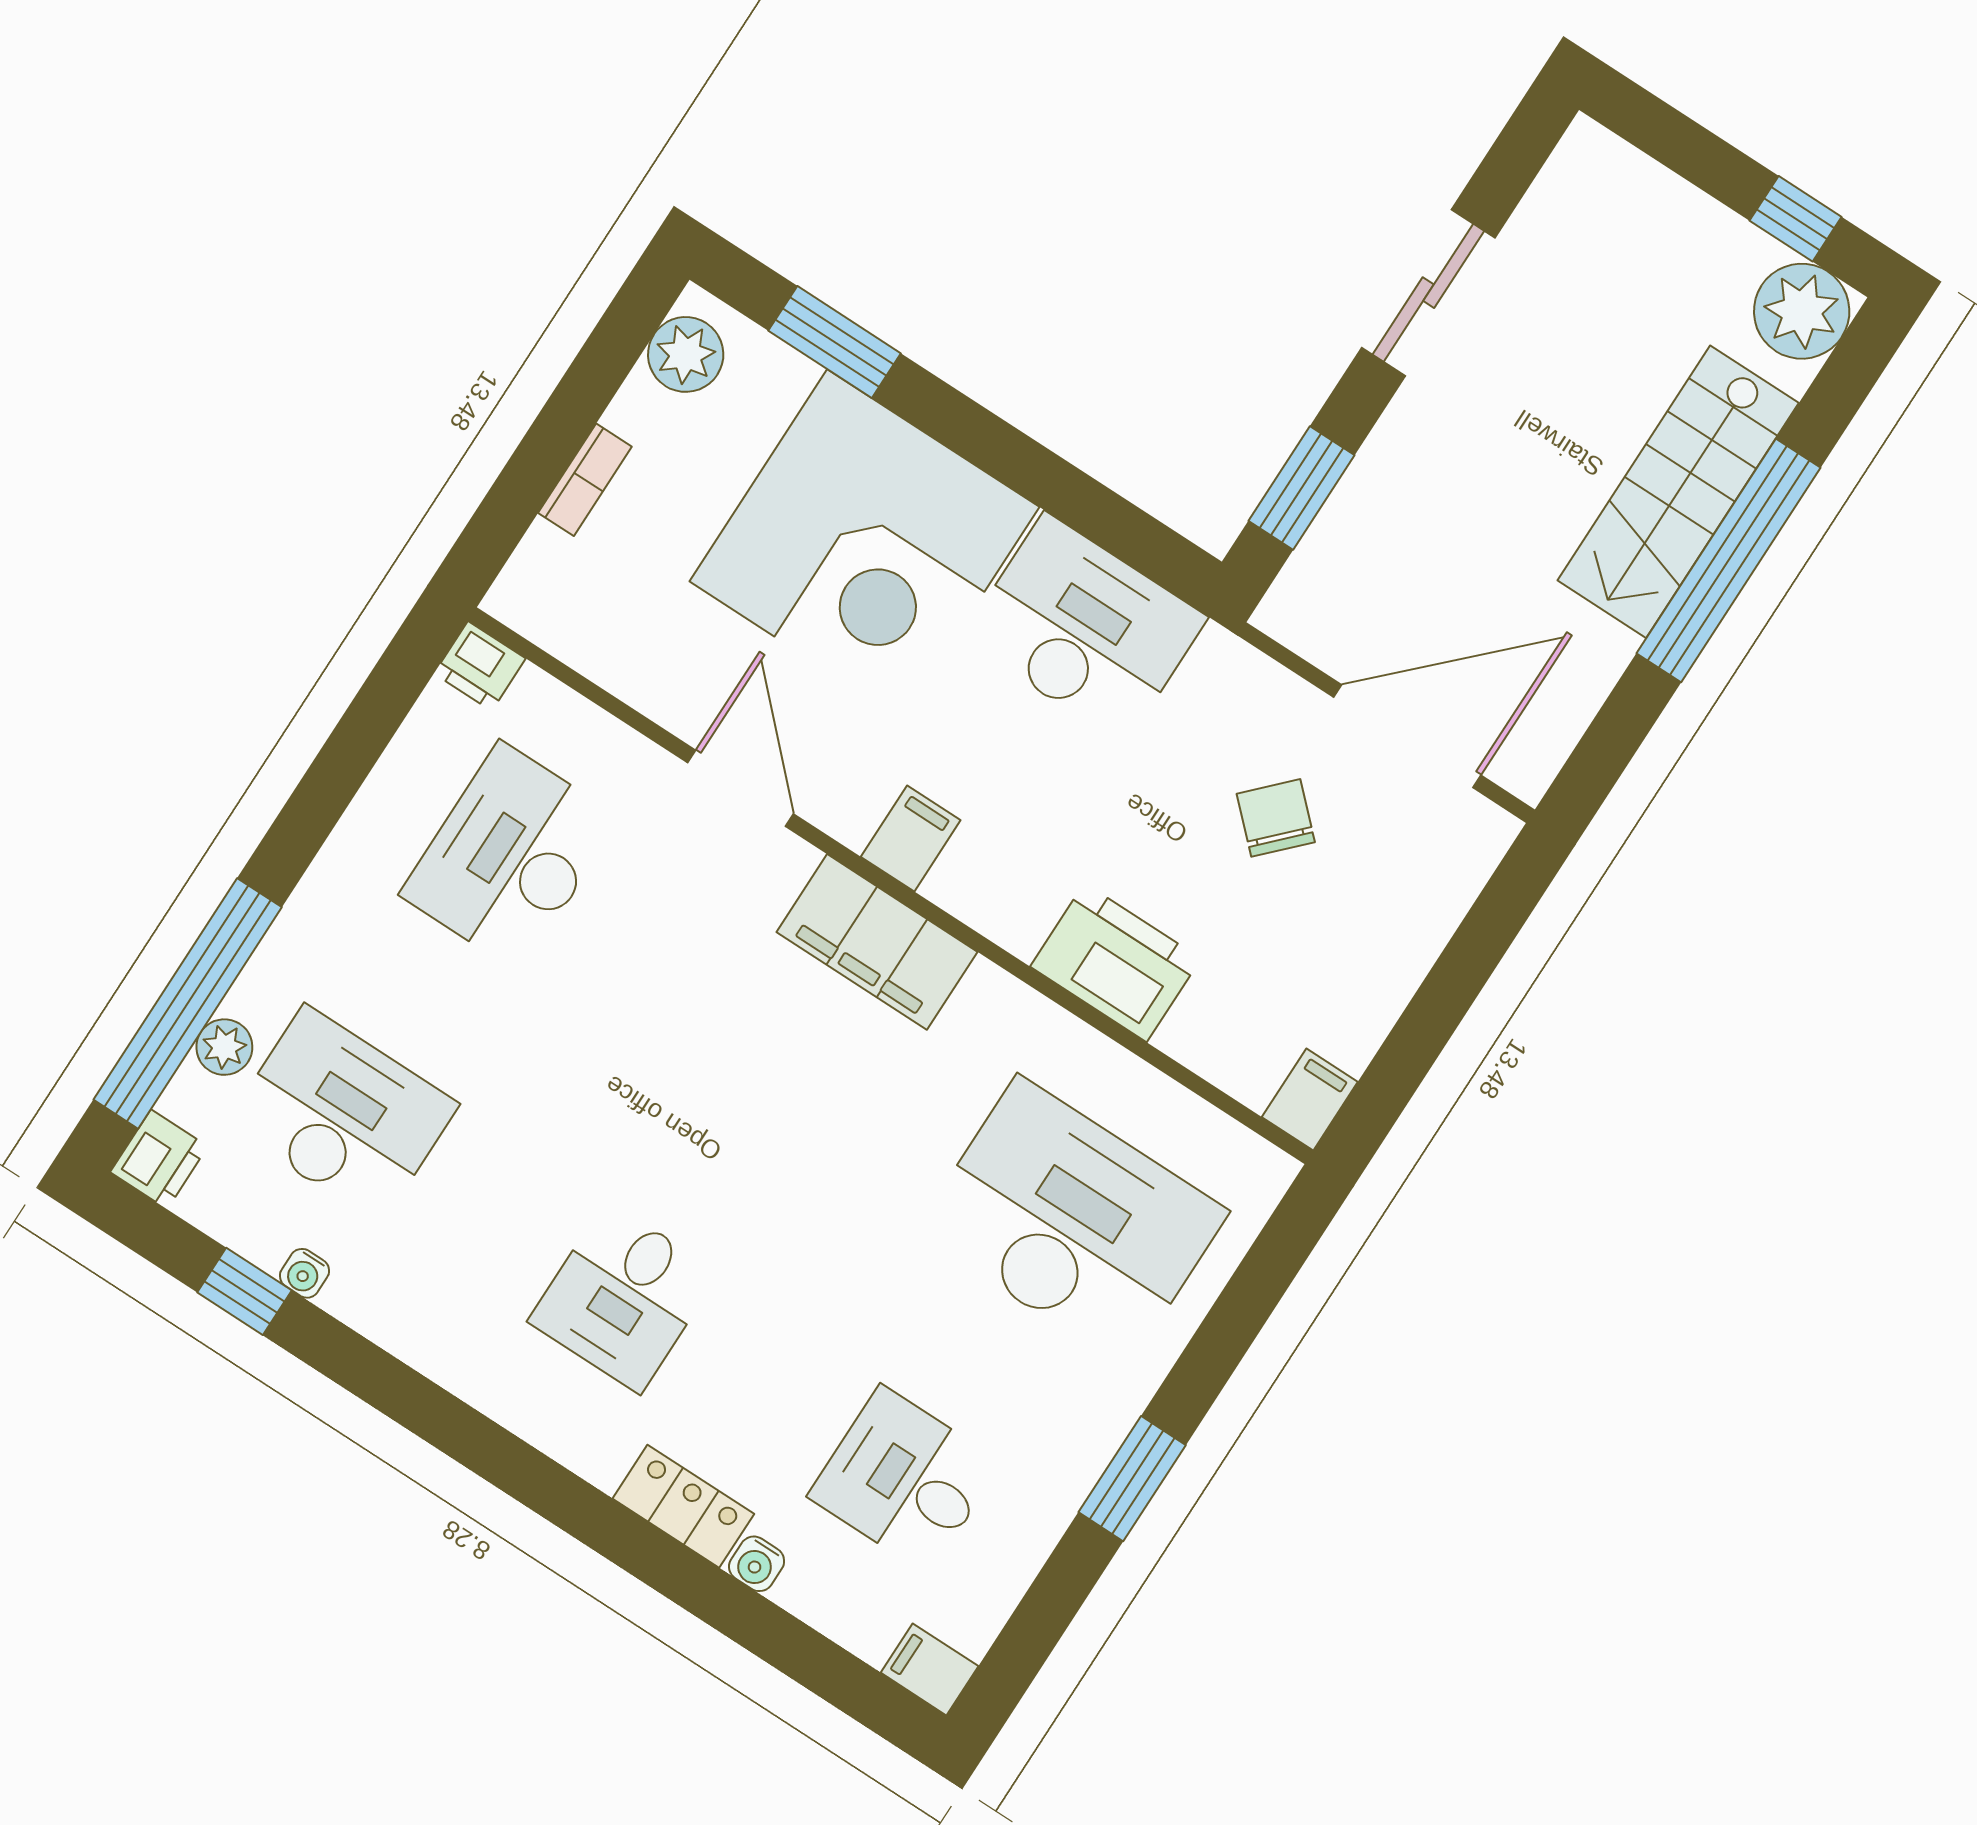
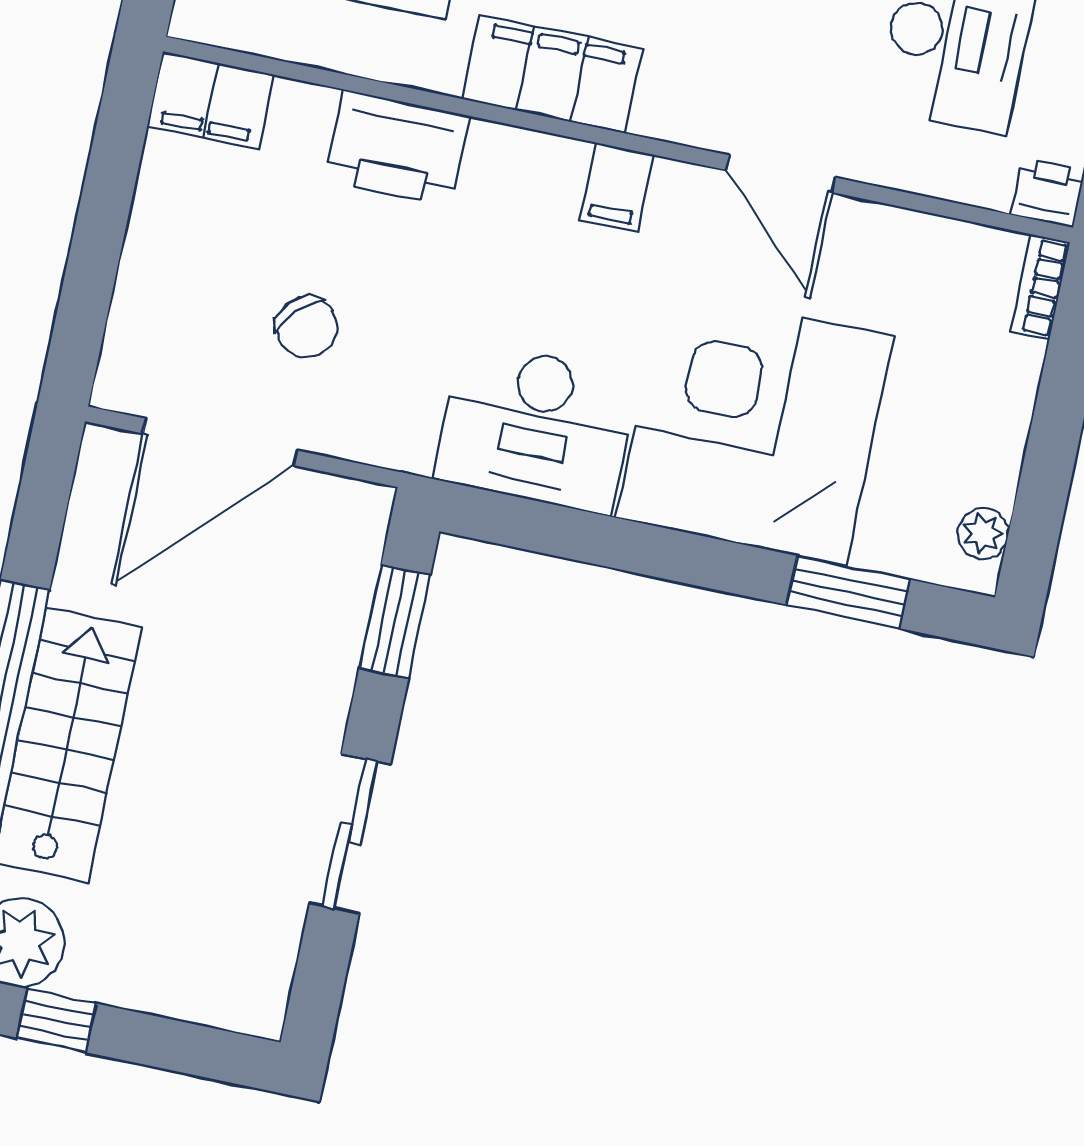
plant: (686, 354) -> (983, 533), width x0.73, depth x0.73
bookcase: (585, 480) -> (1040, 287), moved
filing cabinet: (877, 942) -> (552, 74), moved
filing cabinet: (1310, 1100) -> (211, 100), width x2.00

